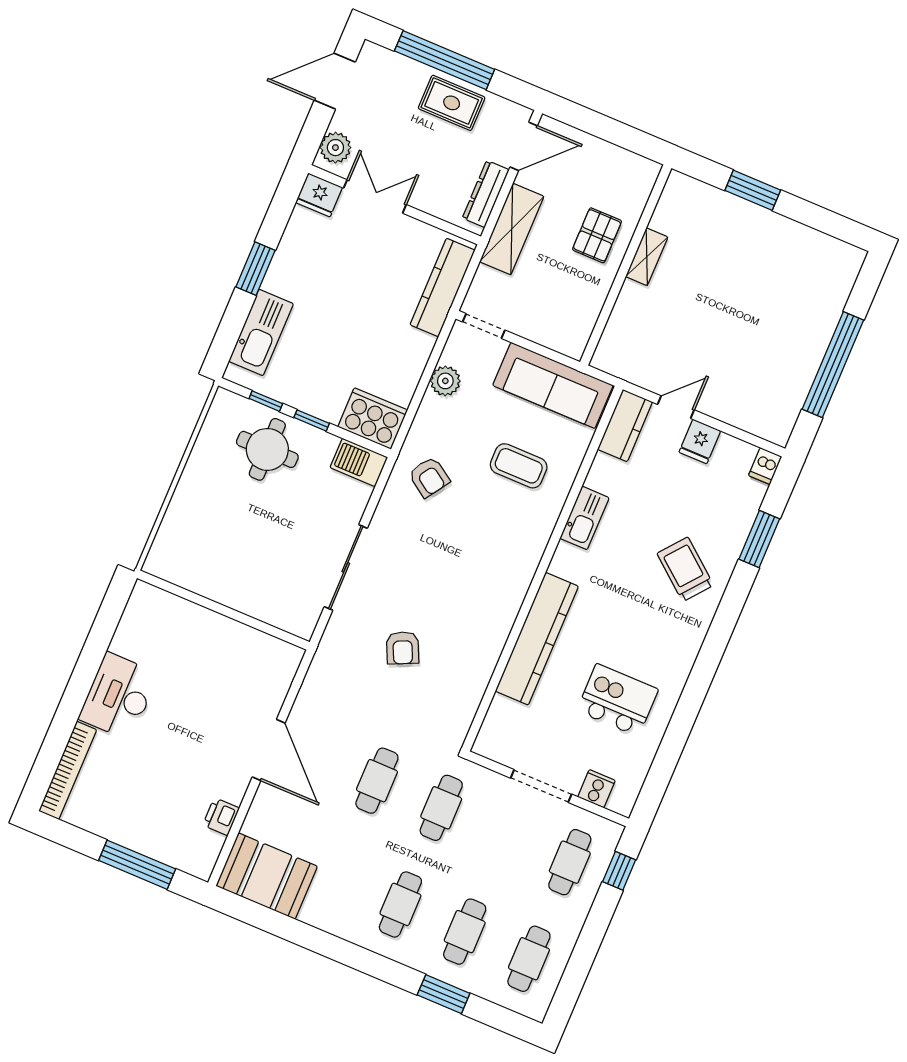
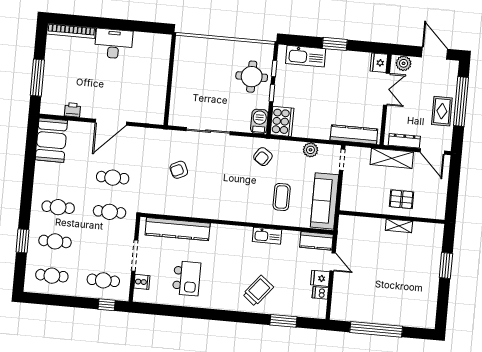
dishwasher: (765, 466) -> (320, 293), moved
kitchen counter: (537, 639) -> (178, 229), moved

